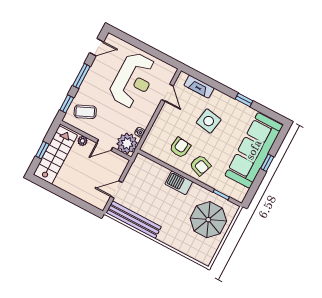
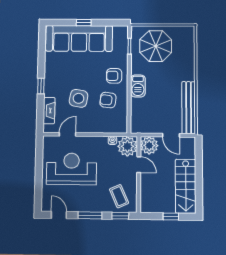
window: (244, 100) -> (41, 86), moved
side table: (209, 121) -> (79, 98), moved
plant: (82, 141) -> (149, 145), moved, width x1.88, depth x1.88
stairs: (55, 155) -> (186, 186), moved, turned -90
armchair: (200, 165) -> (114, 76), turned -110

